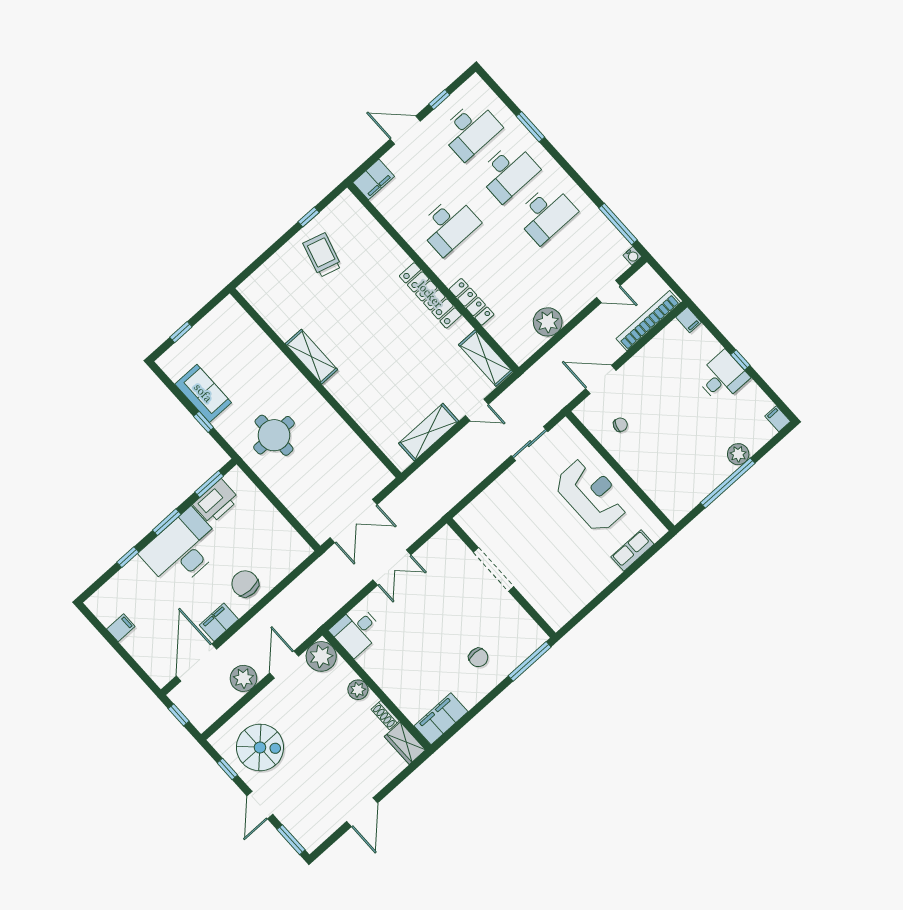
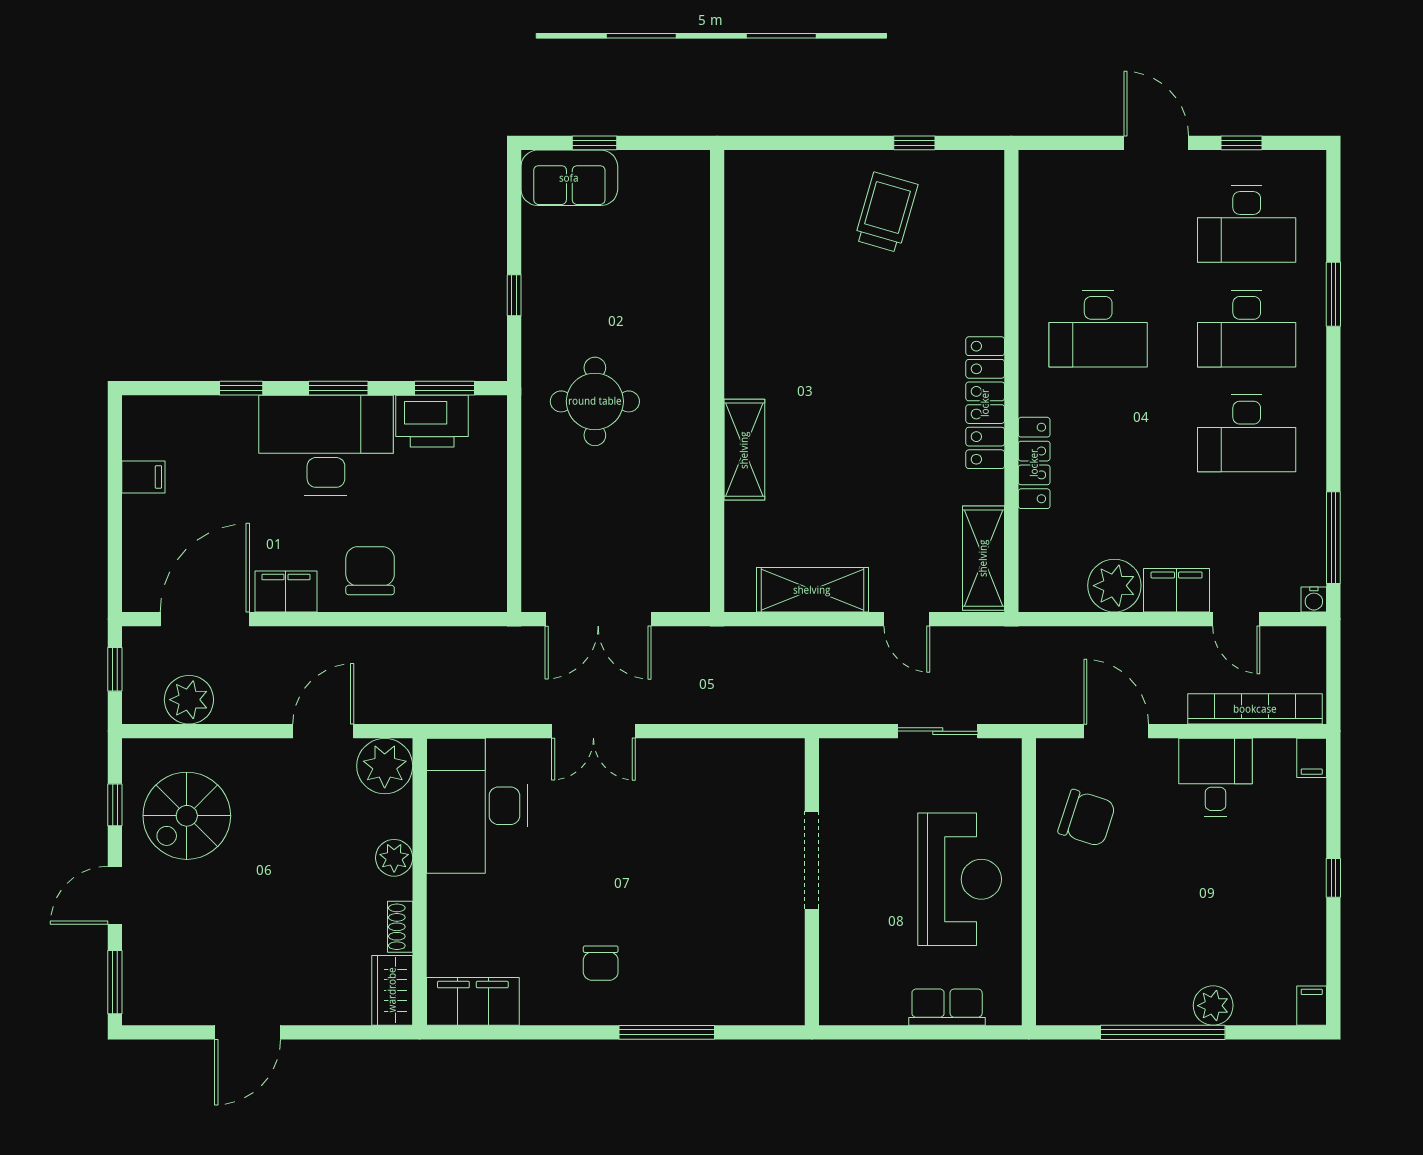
filing cabinet: (374, 179) -> (1177, 590), moved, turned 180
shelving: (311, 357) -> (744, 450), moved
desk: (722, 377) -> (1216, 778), moved, turned -90
sofa: (203, 393) -> (569, 178), moved, turned 90
chair: (620, 425) -> (1087, 818), width x1.87, depth x1.87
doorway: (493, 569) -> (812, 860), moved
wall: (501, 578) -> (812, 882), moved
desk: (356, 631) -> (477, 806), width x1.87, depth x1.30
plant: (244, 678) -> (189, 700), moved
spiral stairs: (260, 747) -> (187, 816), turned 90

